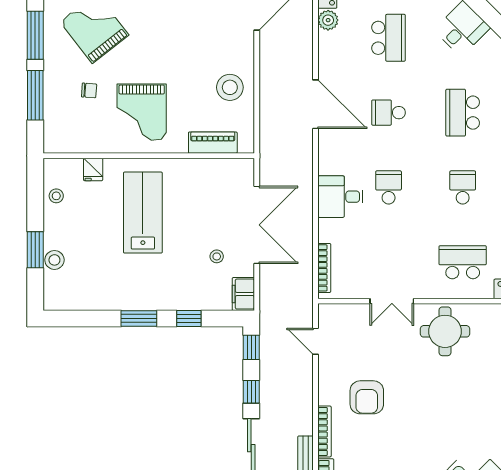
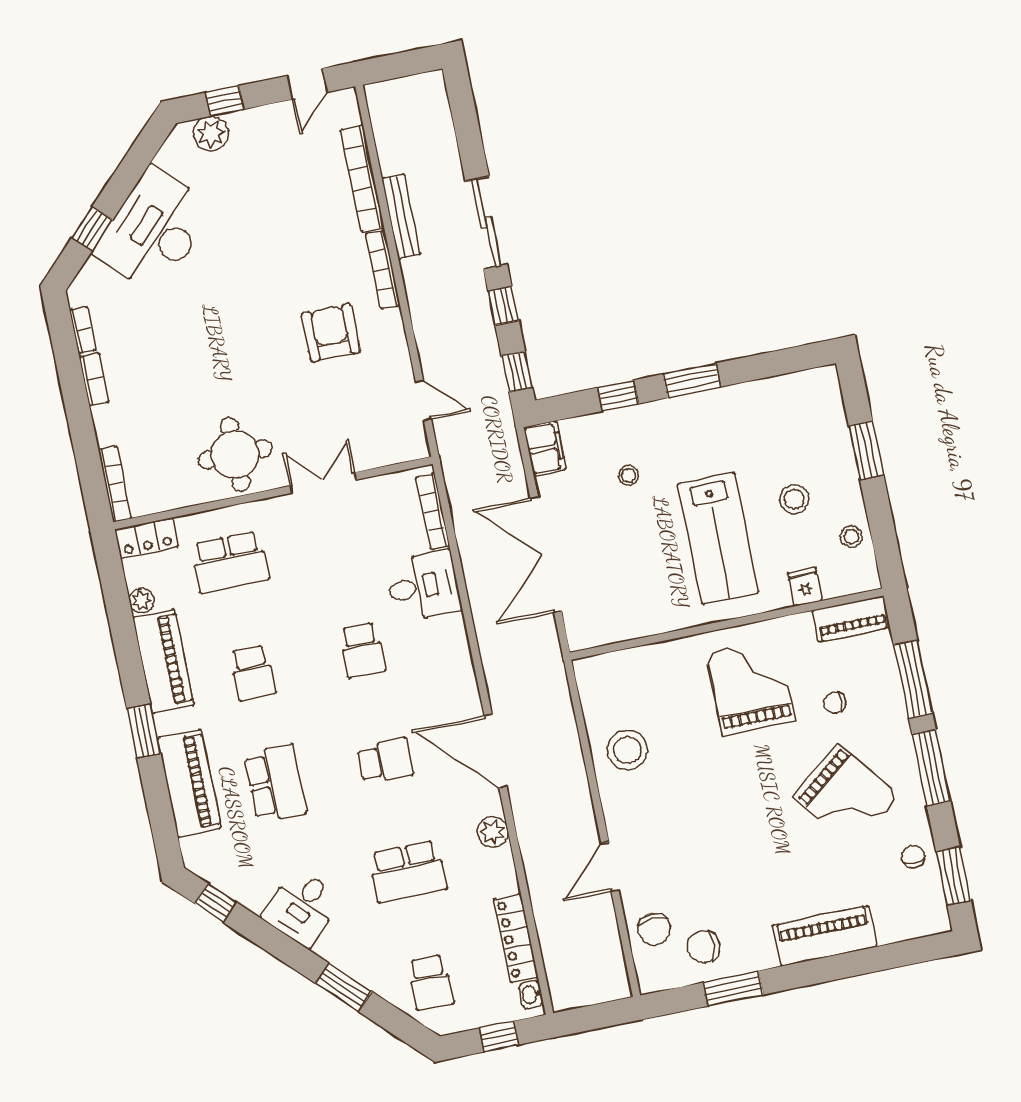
plant: (328, 20) -> (493, 832), moved
school desk: (389, 38) -> (408, 871), turned -90
piano: (213, 143) -> (851, 619), moved
desk: (340, 197) -> (423, 586), moved
stool: (217, 256) -> (629, 475), moved
stool: (54, 260) -> (794, 499), moved

